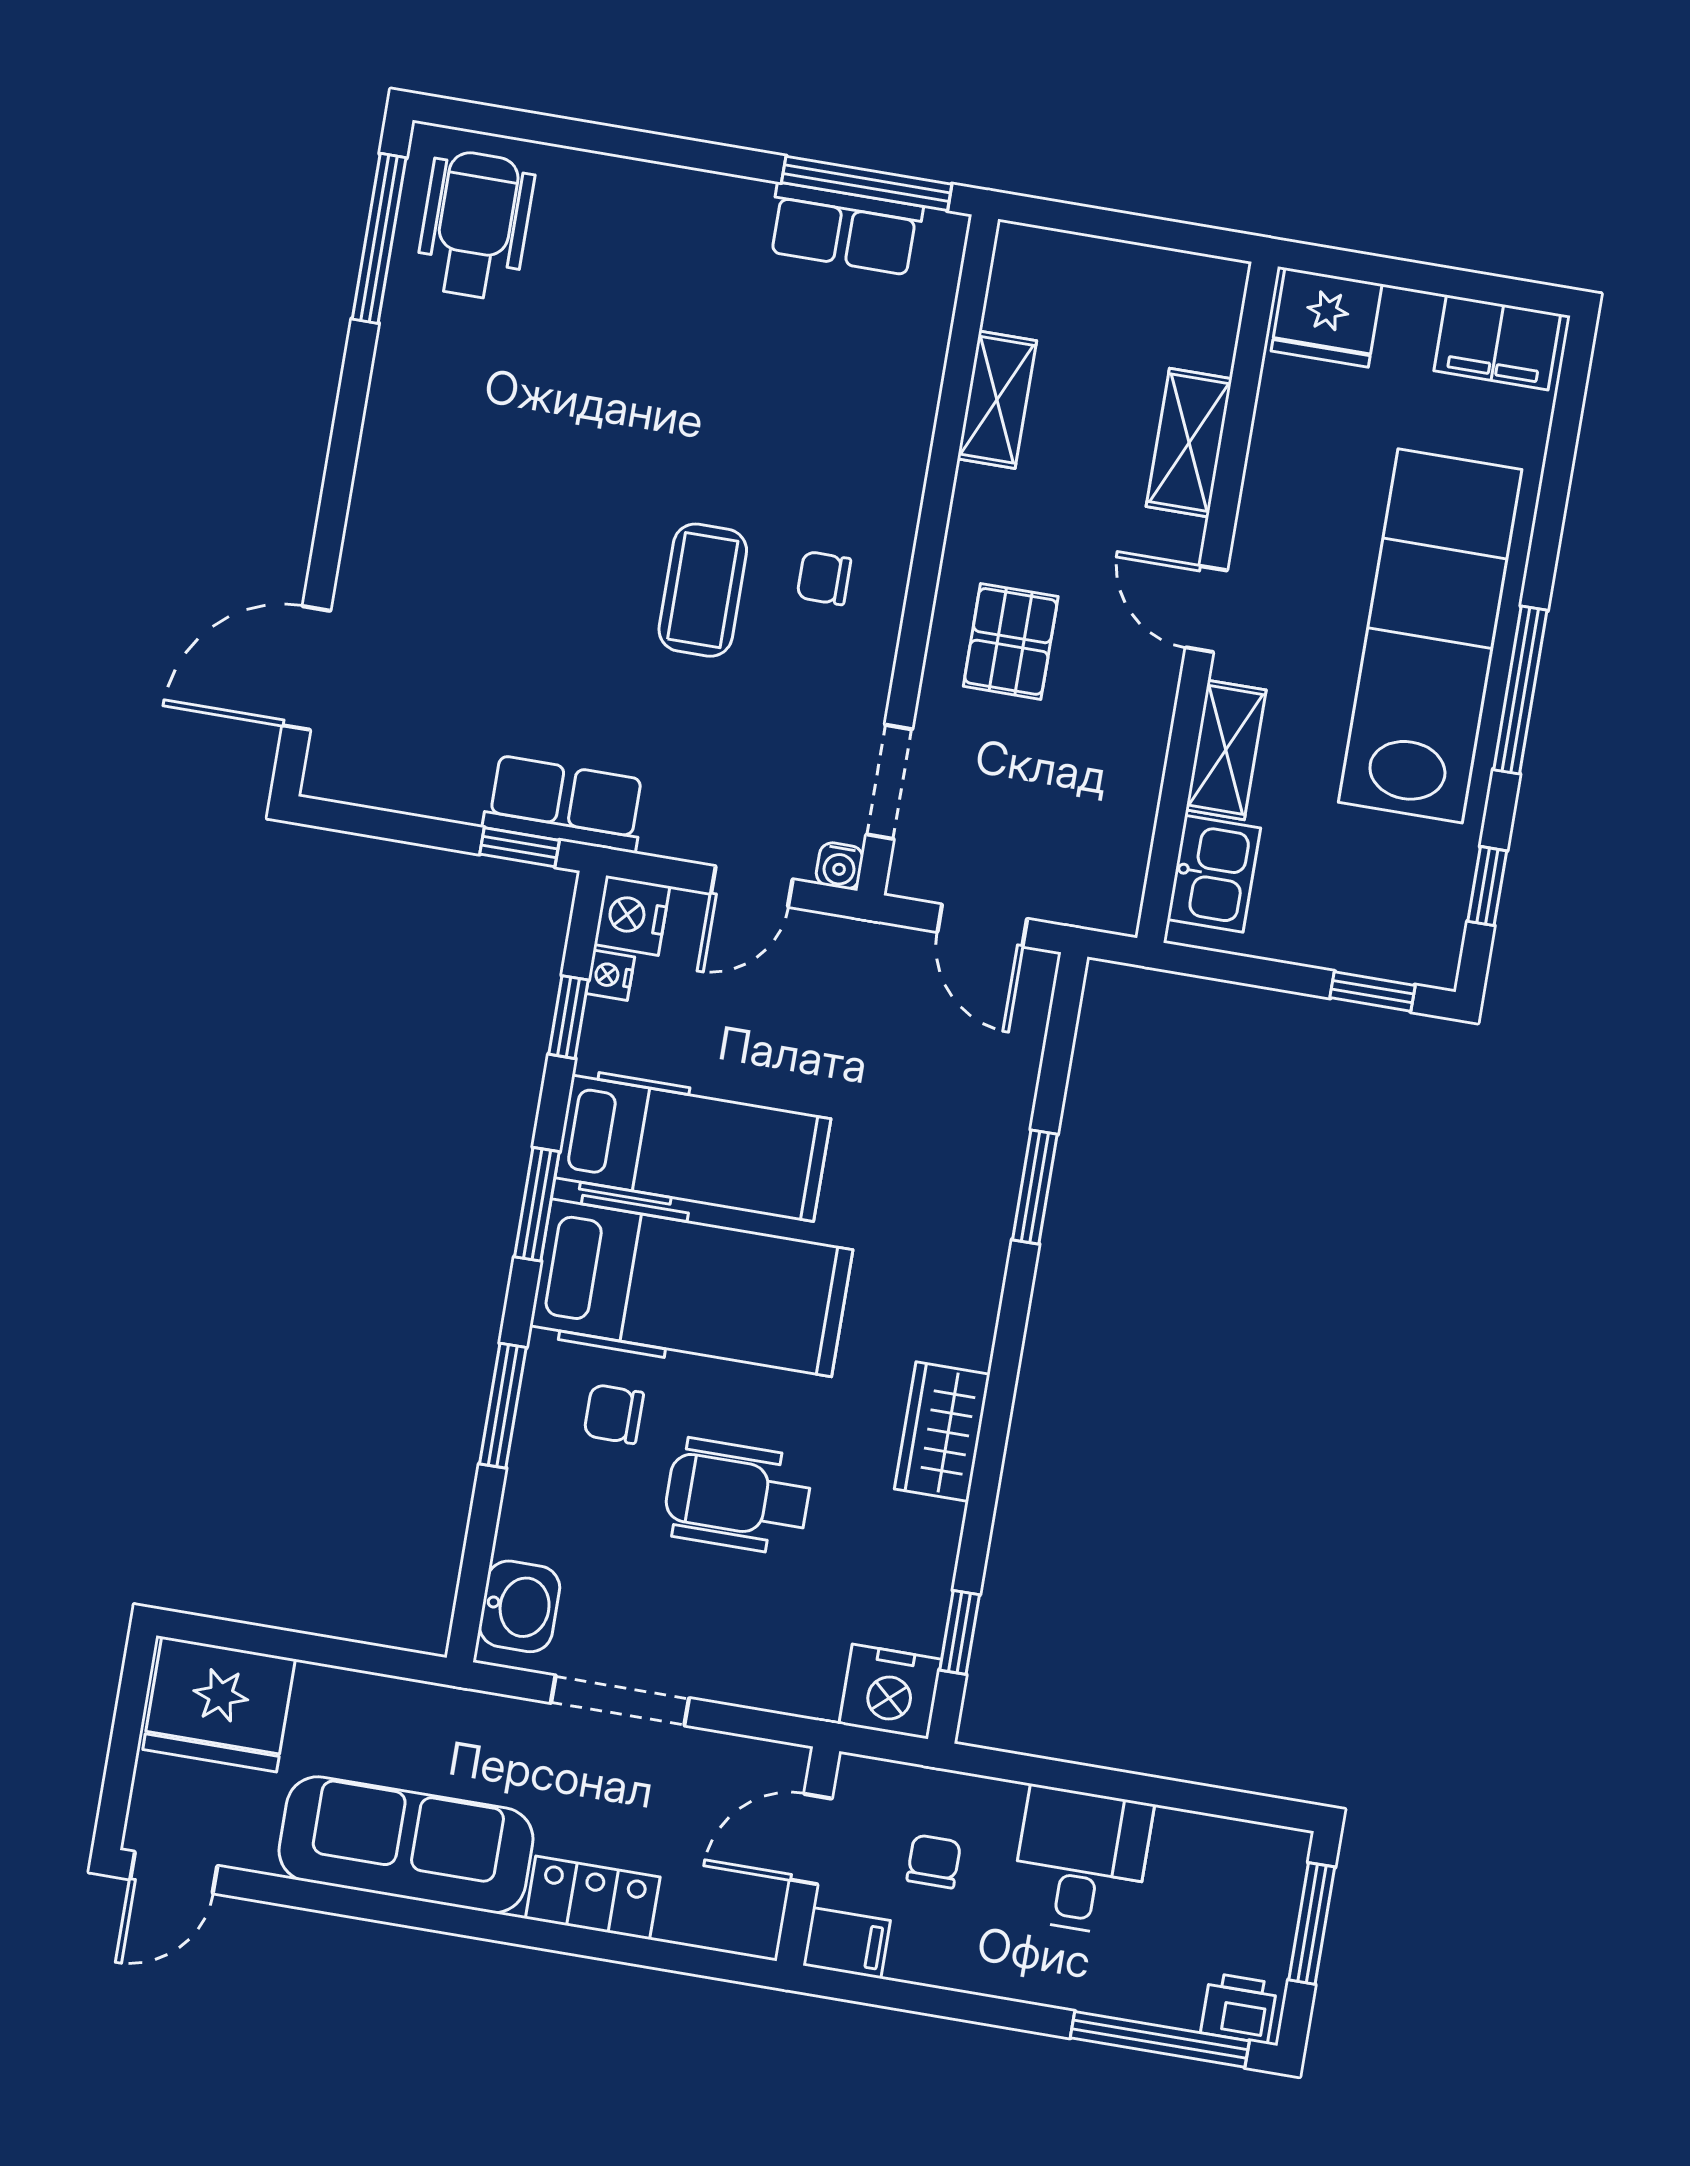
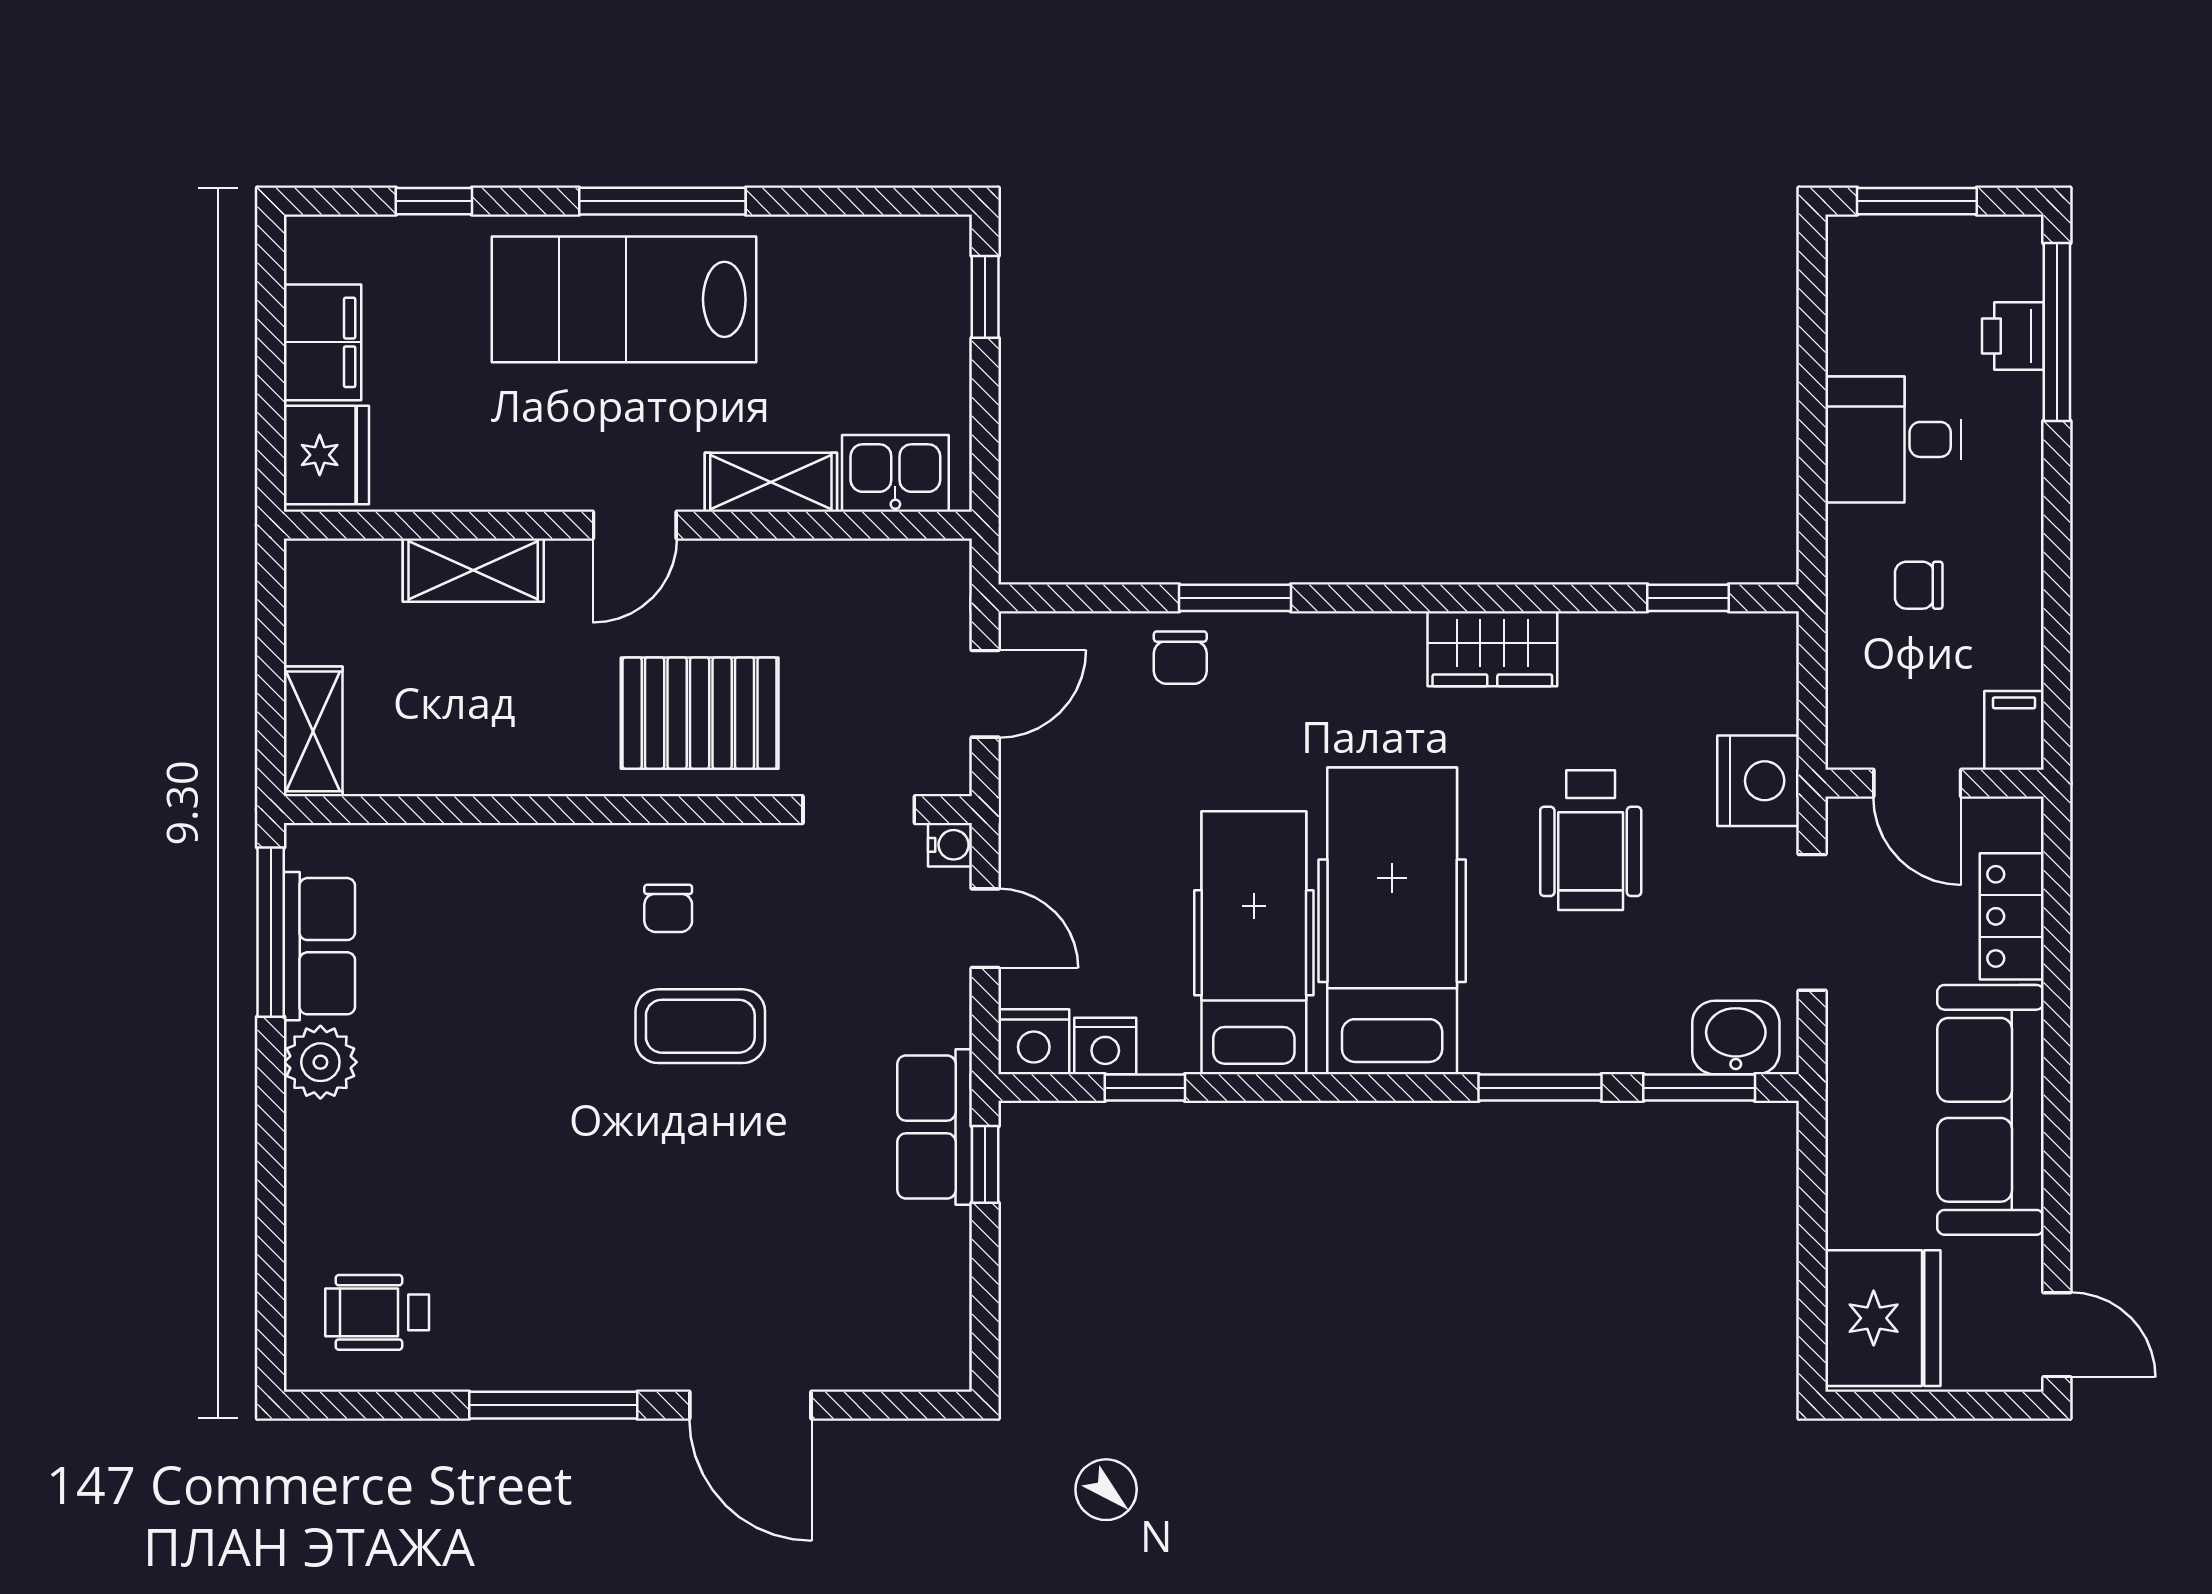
plant: (731, 211) -> (320, 1062), added
wheelchair: (475, 225) -> (377, 1312), width x0.73, depth x0.73
window: (379, 238) -> (553, 1405), moved
filing cabinet: (1497, 342) -> (323, 342), moved
shelving: (997, 400) -> (313, 731), moved, turned 90
lab bench: (1430, 636) -> (624, 299), width x0.73
pallet: (1011, 641) -> (700, 713), width x1.50, depth x1.42
door: (306, 668) -> (750, 1405), moved
window: (1487, 886) -> (434, 201), moved
nightstand: (610, 975) -> (1105, 1046), width x1.39, depth x1.35
window: (537, 1204) -> (1699, 1088), moved
chair: (614, 1414) -> (1180, 658), moved
nightstand: (890, 1692) -> (1758, 781), moved
door: (811, 1839) -> (1917, 783), moved
wall: (808, 1856) -> (1934, 783), moved
filing cabinet: (847, 1943) -> (2014, 730), moved
printer: (1239, 2008) -> (2013, 336), moved

